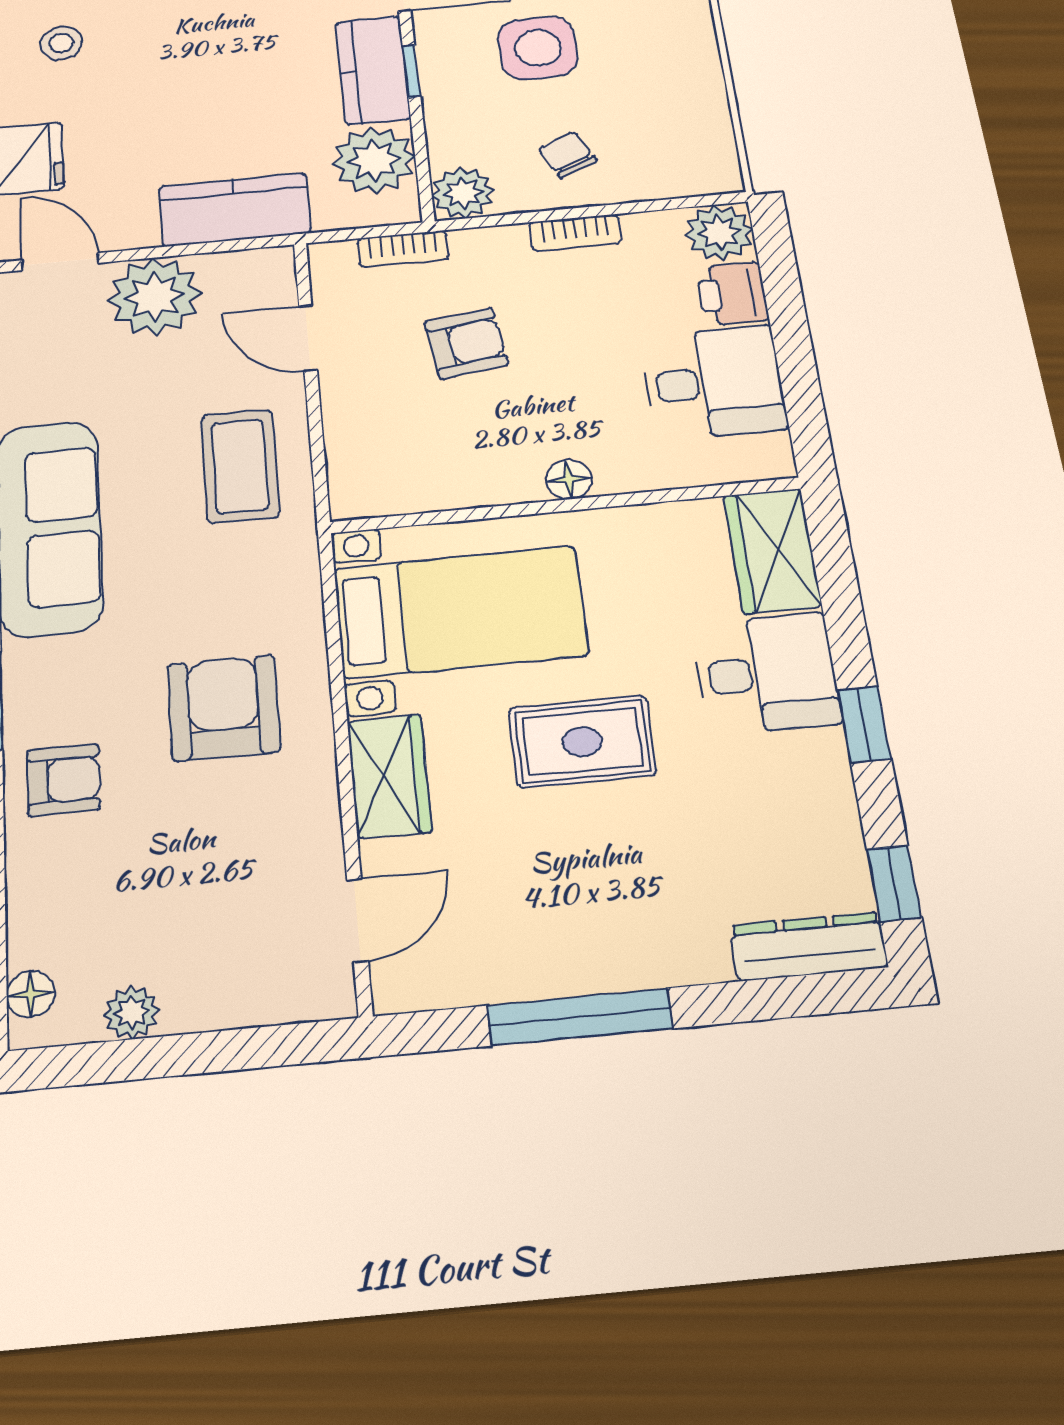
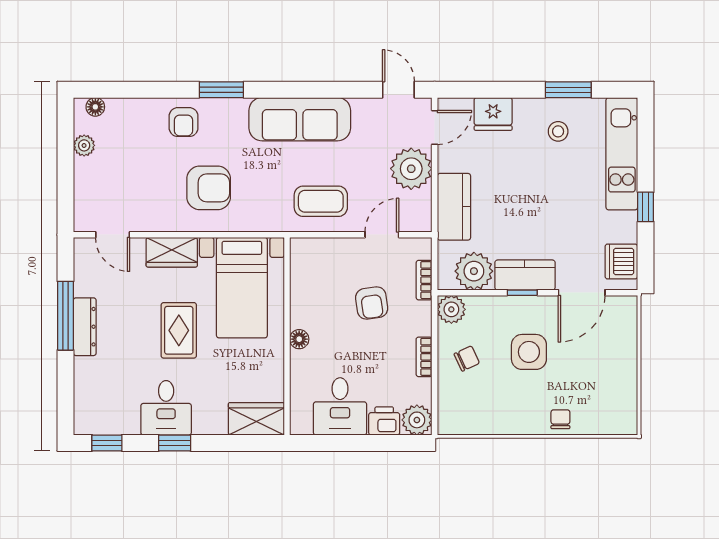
desk: (766, 674) -> (166, 408), moved
dresser: (809, 946) -> (85, 327), moved

